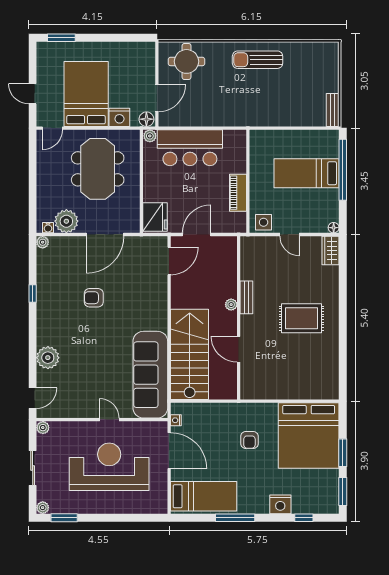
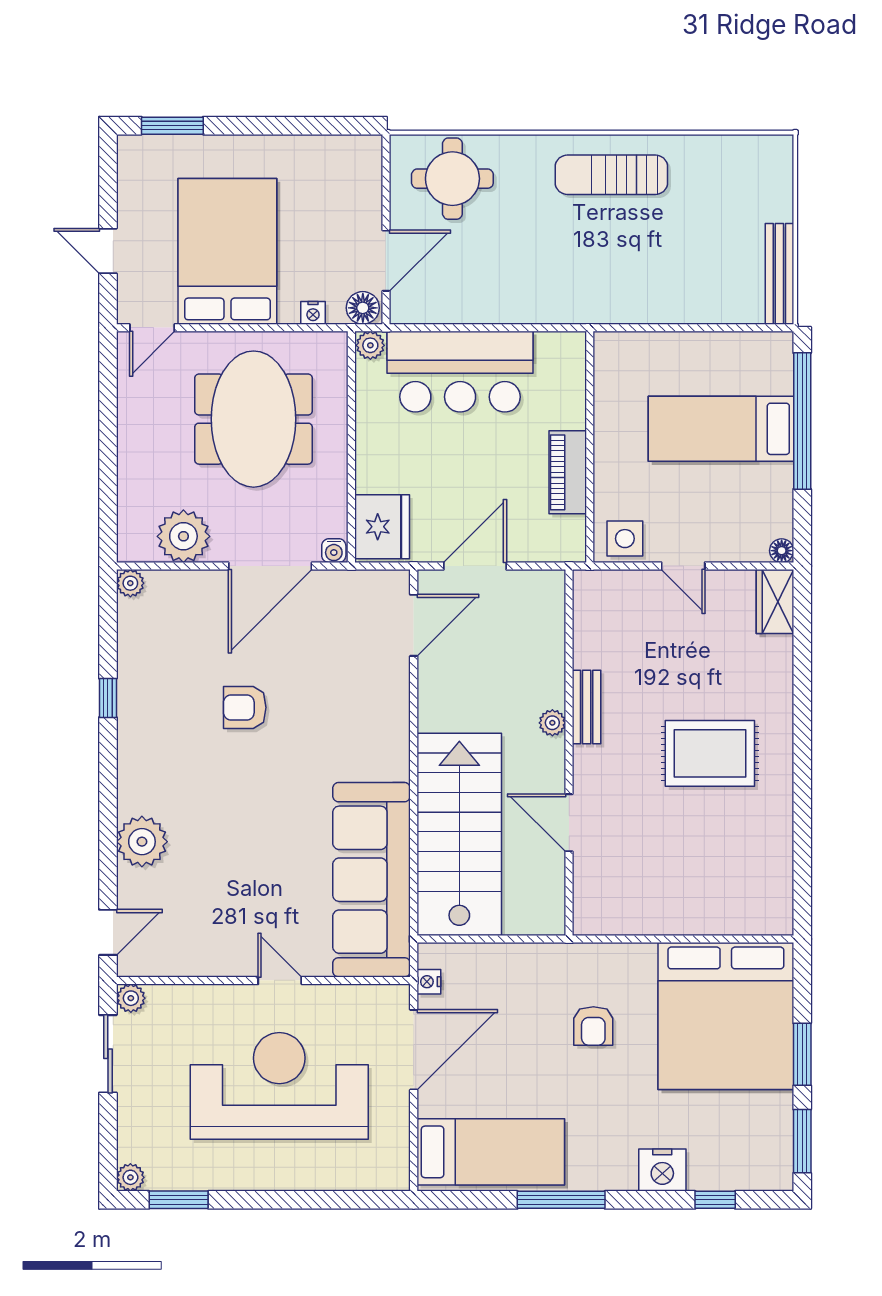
bench: (333, 110) -> (779, 274), width x1.36
nightstand: (119, 117) -> (313, 313), width x0.53, depth x0.56
water cooler: (48, 228) -> (334, 551), moved
door: (169, 451) -> (414, 1050), hinge flipped
sliding door: (33, 468) -> (108, 1054), moved

